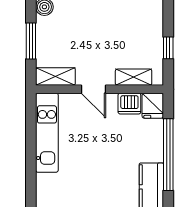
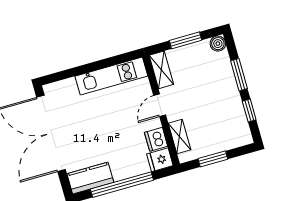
window: (168, 48) -> (213, 159), width x1.50

